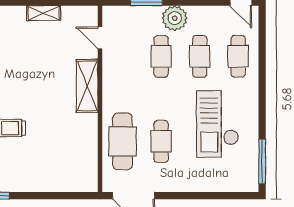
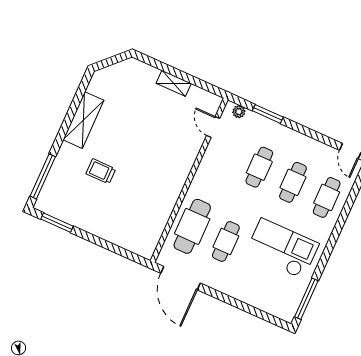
plant: (175, 18) -> (239, 112), moved, width x0.53, depth x0.53
shelving: (87, 86) -> (183, 164), removed
checkout: (218, 124) -> (282, 249), turned 90

